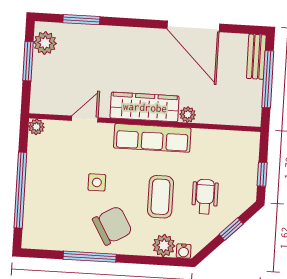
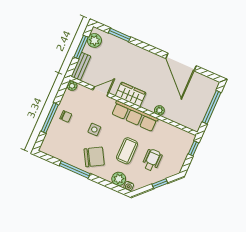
bench: (256, 57) -> (81, 66), moved
wardrobe: (145, 107) -> (131, 94), width x0.67
window: (262, 174) -> (193, 148), moved
chair: (45, 179) -> (66, 116), added
window: (20, 190) -> (50, 118), width x0.68

